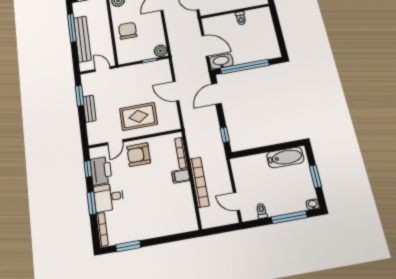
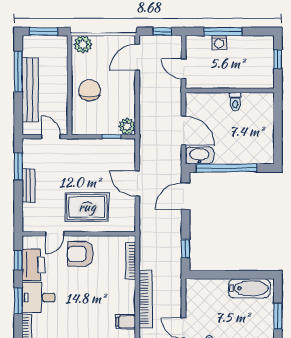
filing cabinet: (181, 176) -> (126, 322), moved

